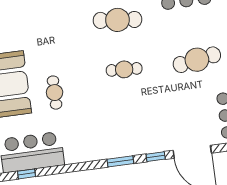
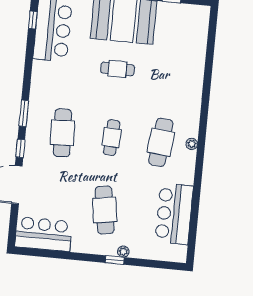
cafe table: (55, 93) -> (118, 69), moved
cafe table: (131, 119) -> (62, 133), added

